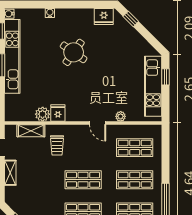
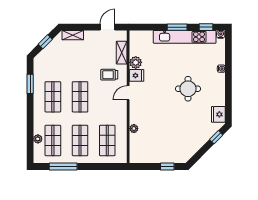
round table: (74, 52) -> (188, 89), turned -35
kitchen unit: (153, 86) -> (159, 156), removed
door: (98, 123) -> (128, 93), moved
shelving: (10, 173) -> (73, 35), moved

